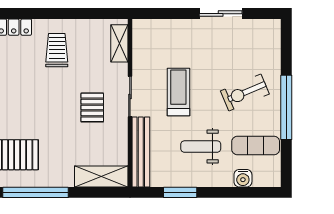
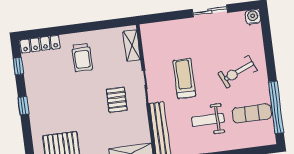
trolley: (57, 50) -> (82, 57), turned 180
window: (286, 107) -> (276, 107), moved
water cooler: (243, 178) -> (253, 17), moved, turned 180

